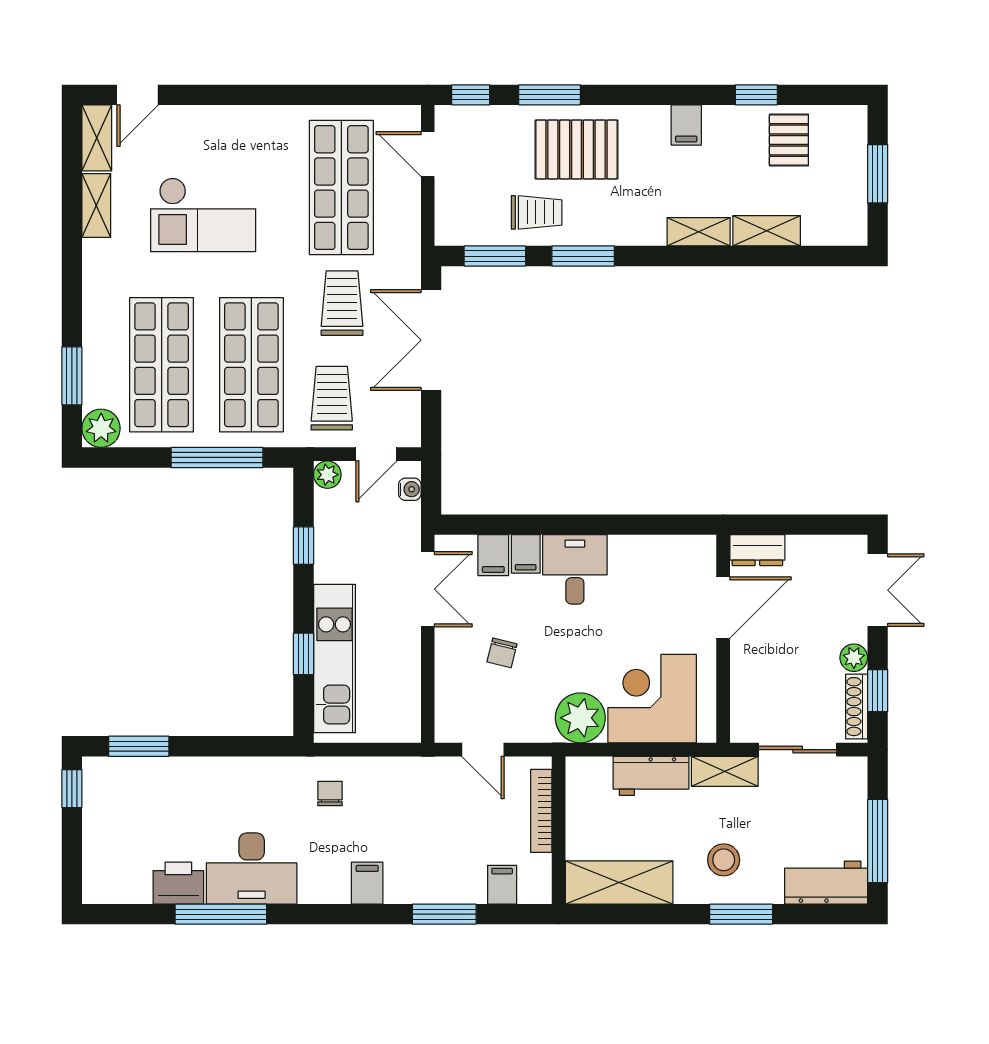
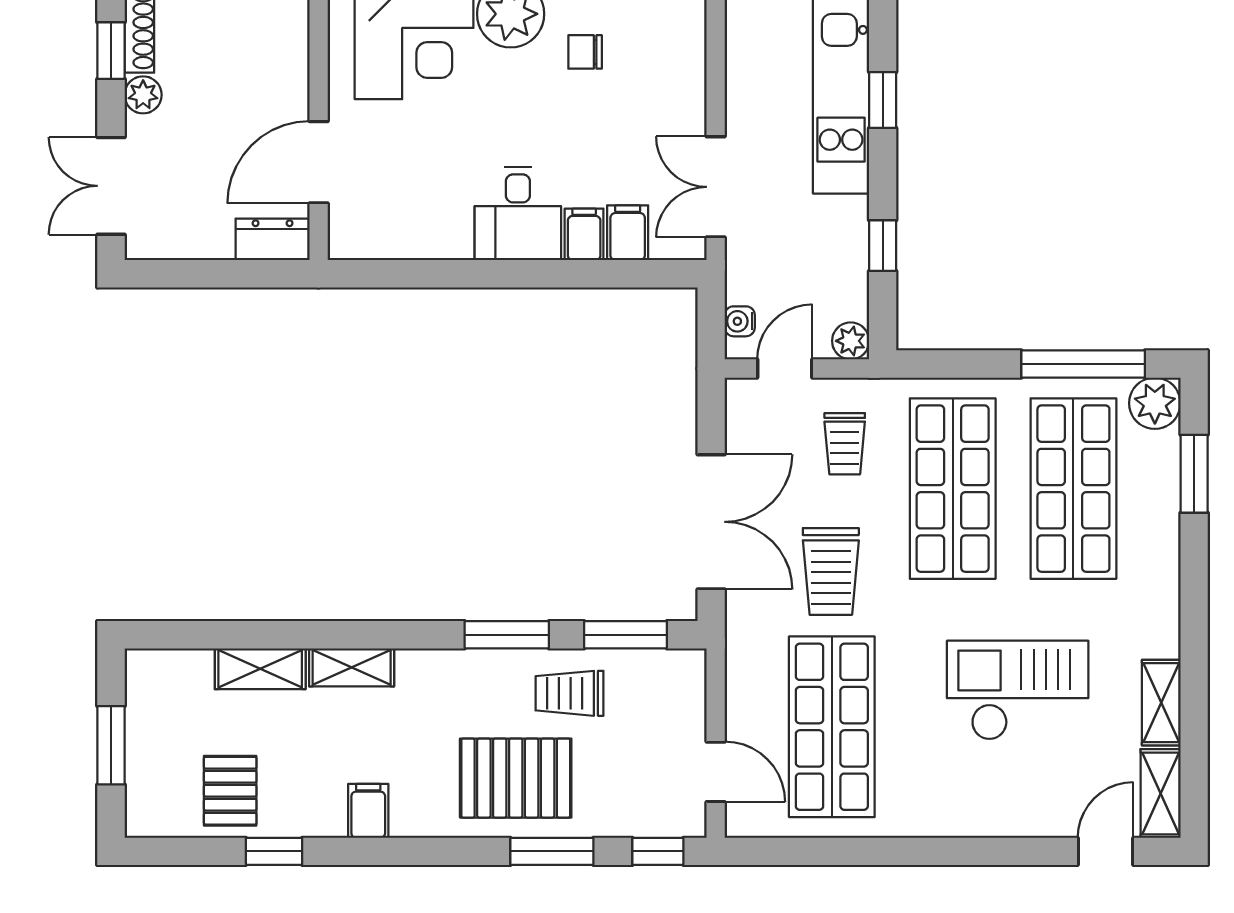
trolley: (332, 398) -> (845, 444), width x0.73, depth x0.72
window: (217, 457) -> (1083, 364), moved
chair: (502, 653) -> (585, 52), moved, turned -104

